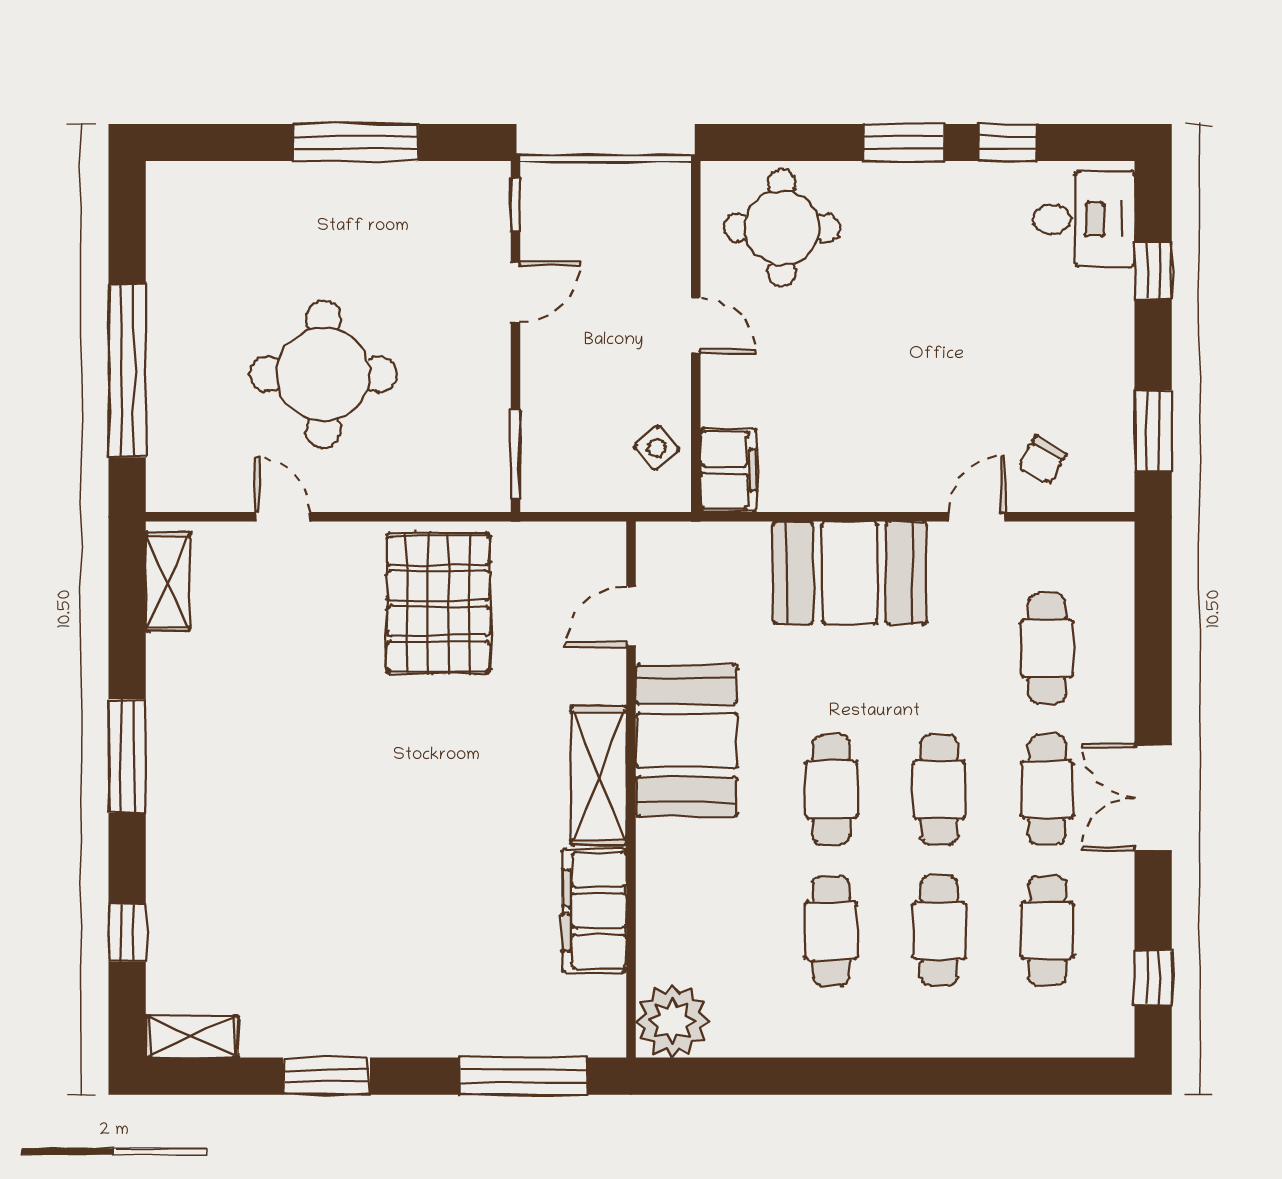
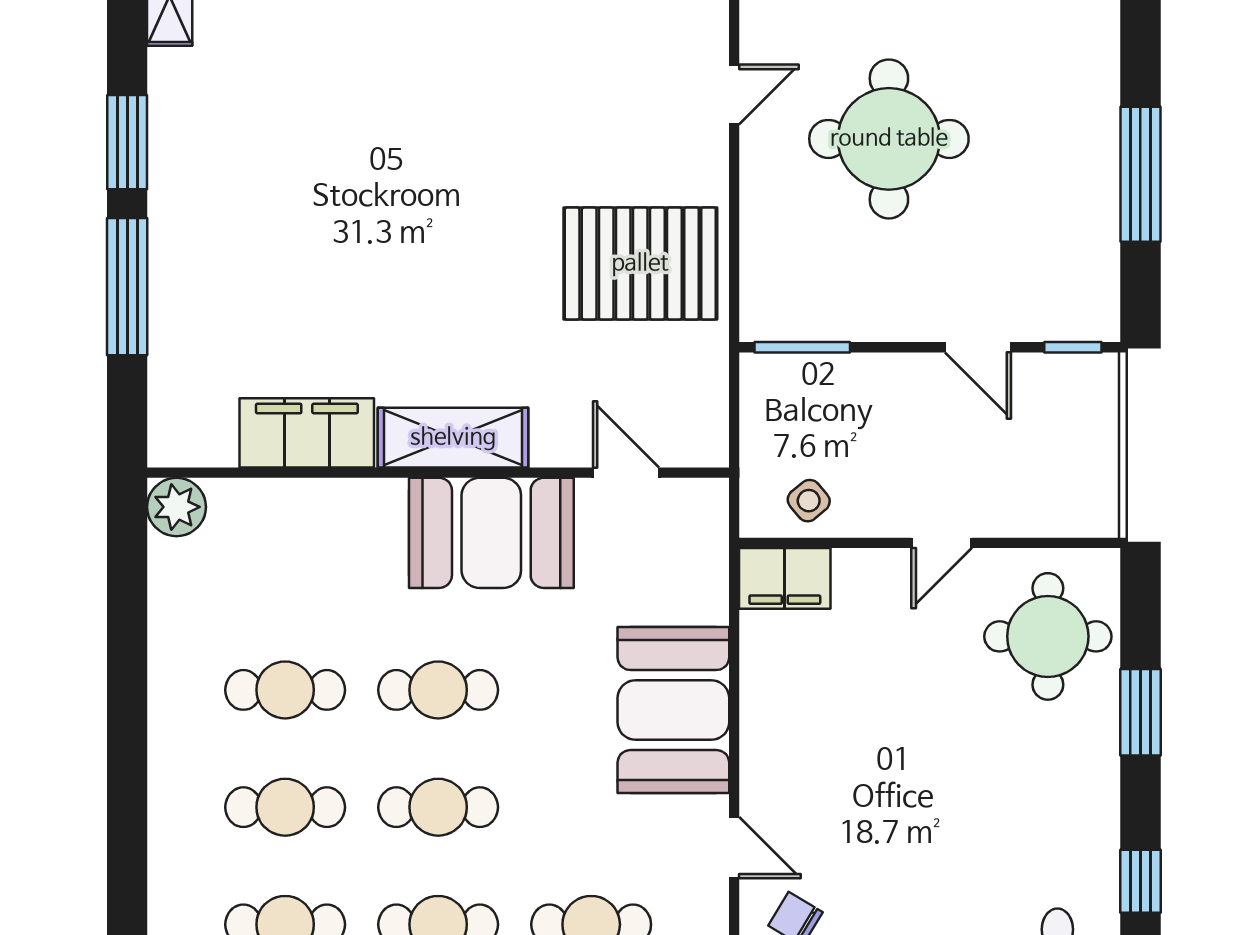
window: (903, 142) -> (1140, 712), moved
plant: (672, 1021) -> (176, 507), width x0.73, depth x0.73
window: (524, 1076) -> (127, 287), moved

